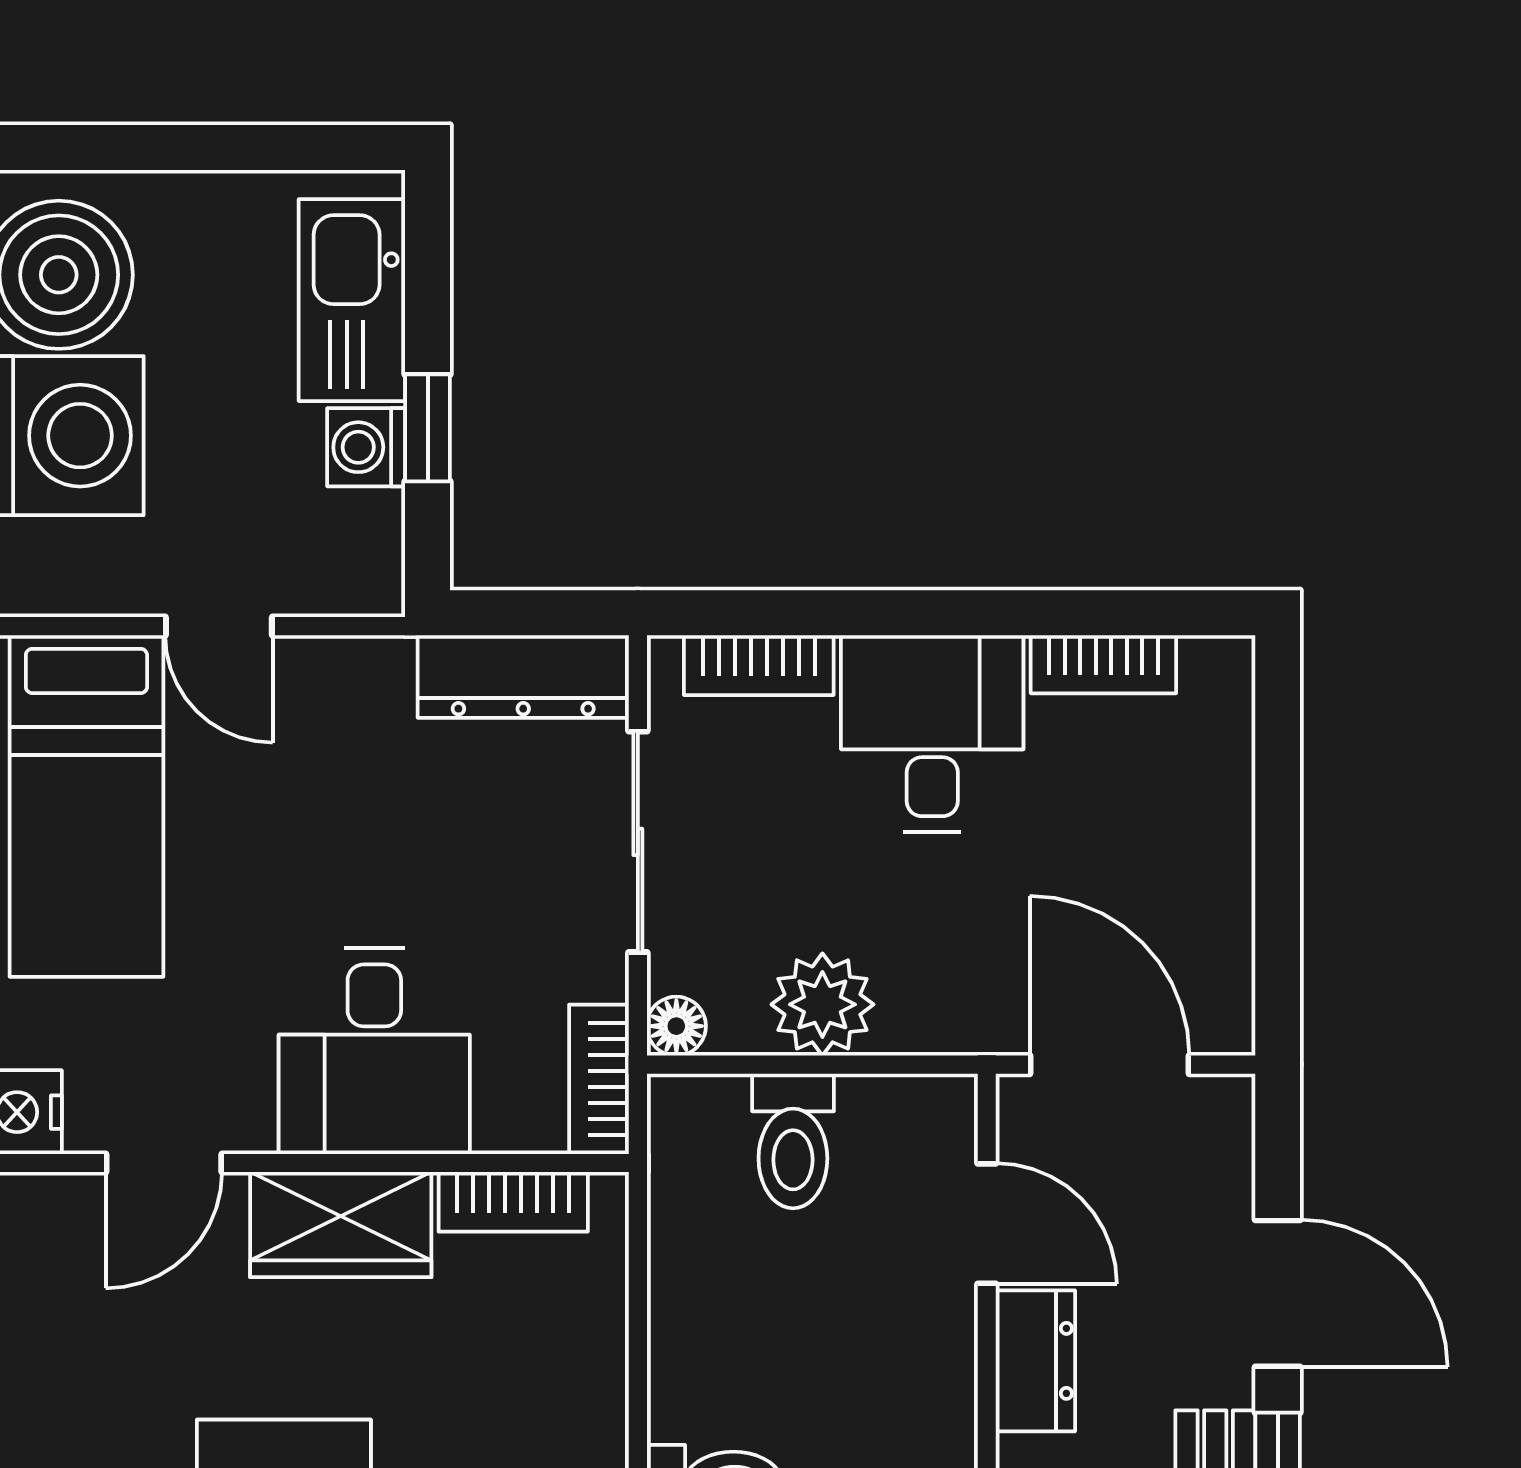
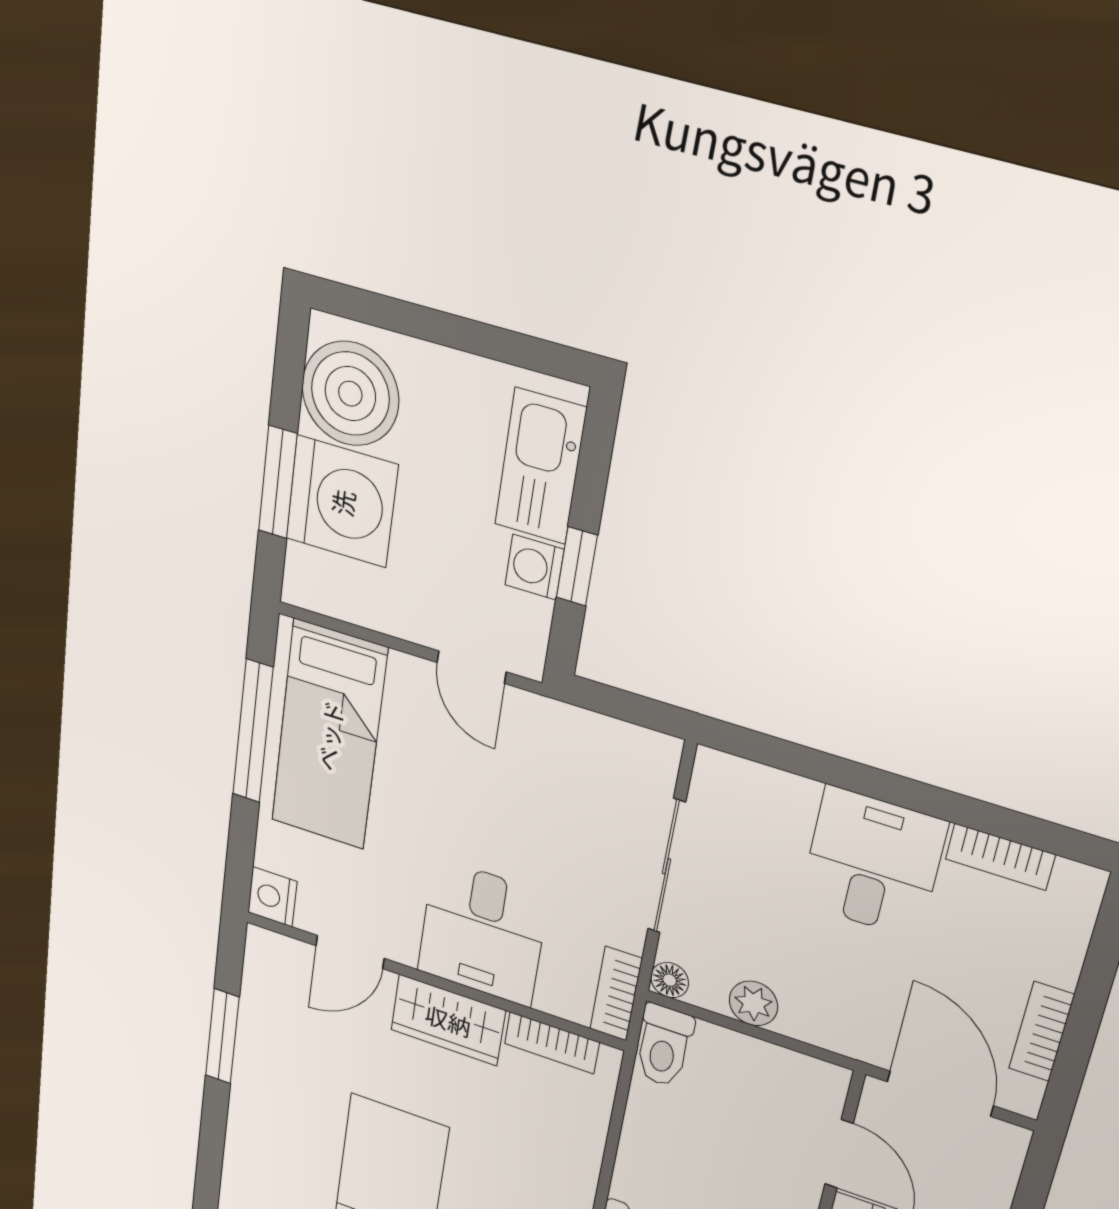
door: (219, 626) -> (472, 667), moved
bookcase: (759, 665) -> (1042, 1032), moved, turned 90
dresser: (523, 676) -> (612, 743), removed
plant: (822, 1004) -> (753, 1003), width x0.73, depth x0.73
toilet: (793, 1141) -> (664, 1046), moved

